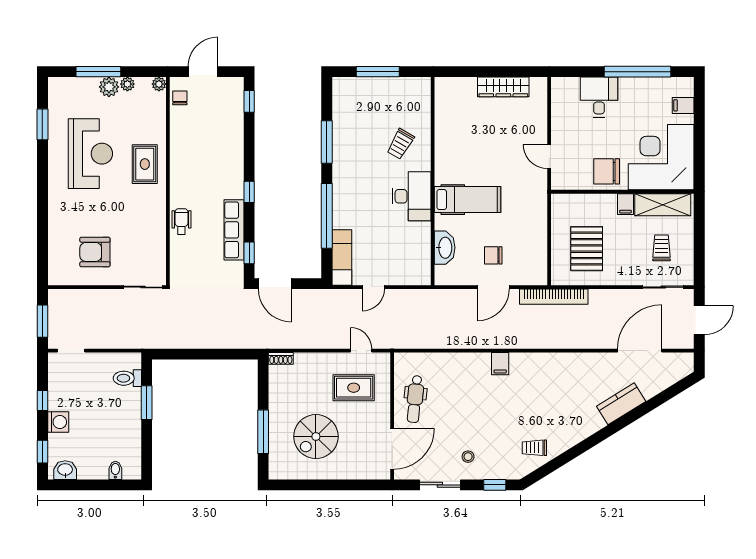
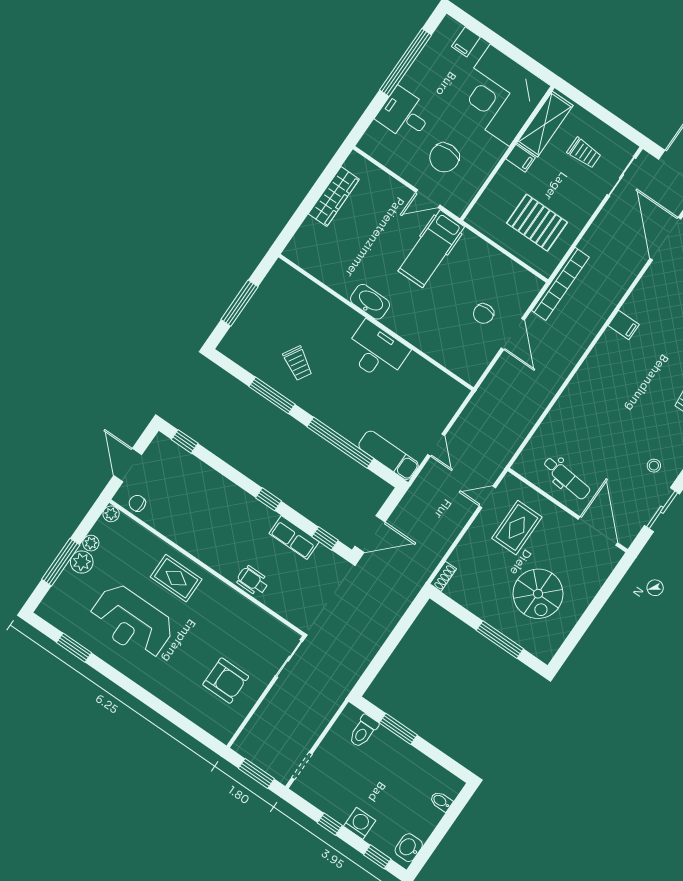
trolley: (401, 144) -> (298, 363), moved
reception desk: (90, 154) -> (132, 622), turned 180
chair: (607, 171) -> (444, 158), moved
hospital bed: (468, 200) -> (431, 249), moved, turned 180
row of seats: (234, 230) -> (294, 538), width x0.68
washbasin: (445, 248) -> (370, 302), moved
trolley: (661, 248) -> (584, 153), turned 180
armchair: (95, 252) -> (226, 681), turned -90
filing cabinet: (500, 364) -> (624, 325), moved

